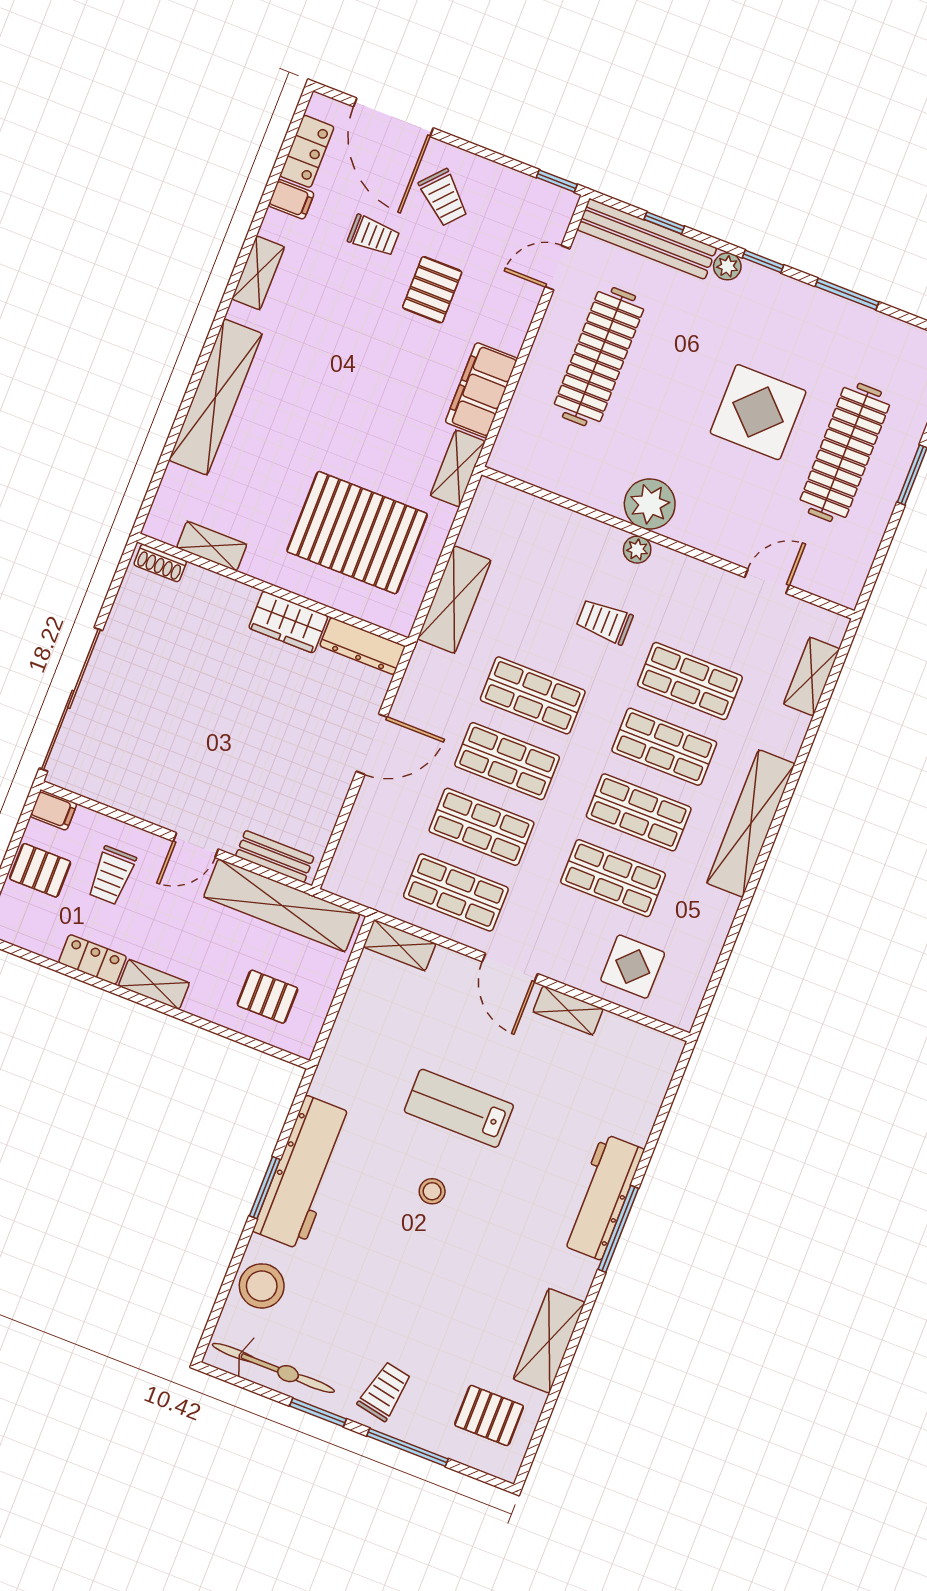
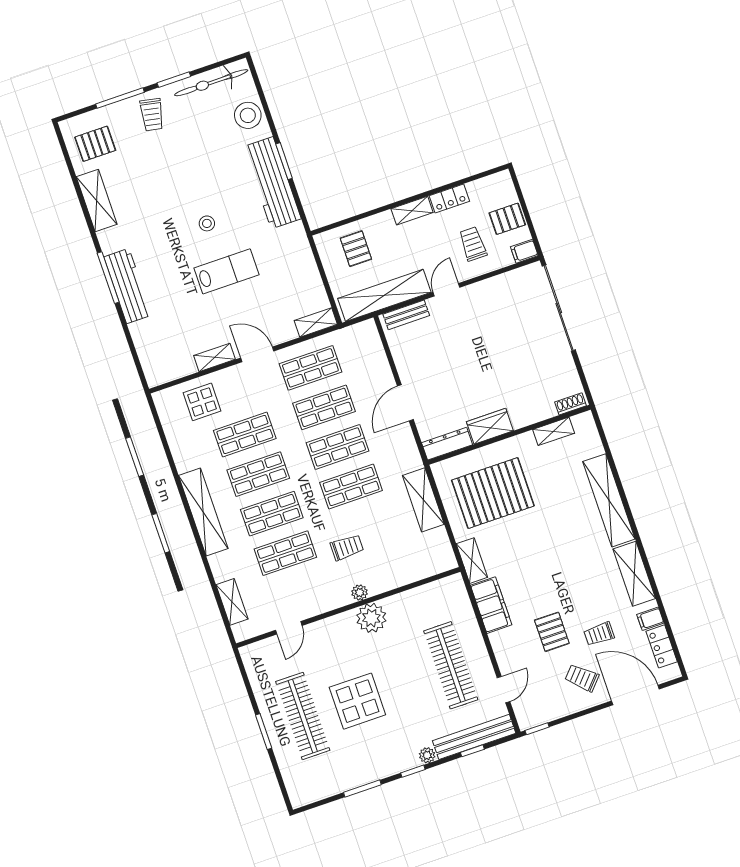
shelving: (258, 273) -> (634, 574), width x1.50, depth x1.33
pallet: (267, 997) -> (356, 249), turned 90

